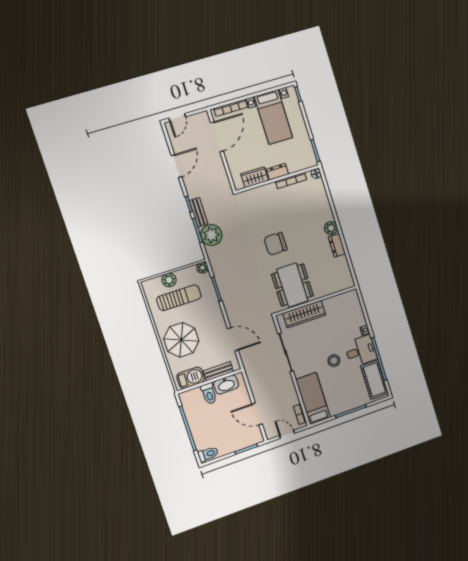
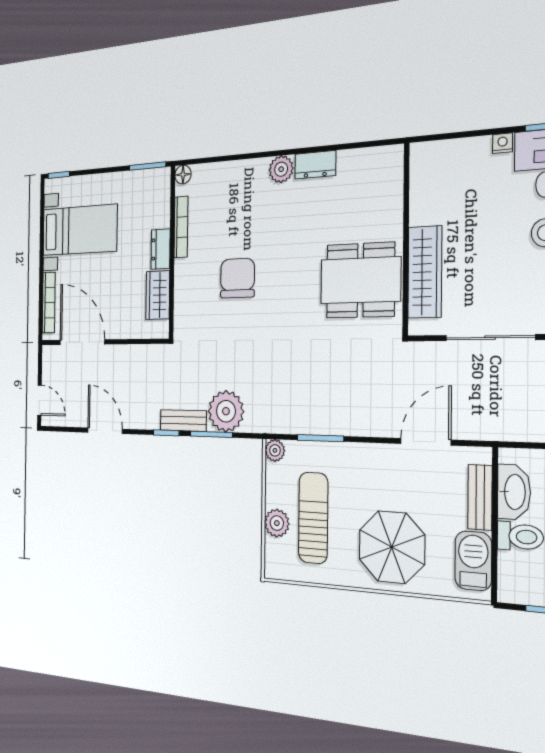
chair: (276, 244) -> (237, 278), moved, turned 180

